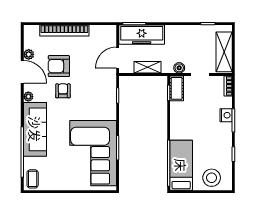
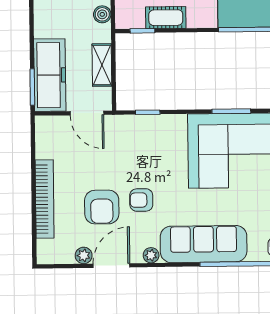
cot: (177, 88) -> (166, 18), moved

